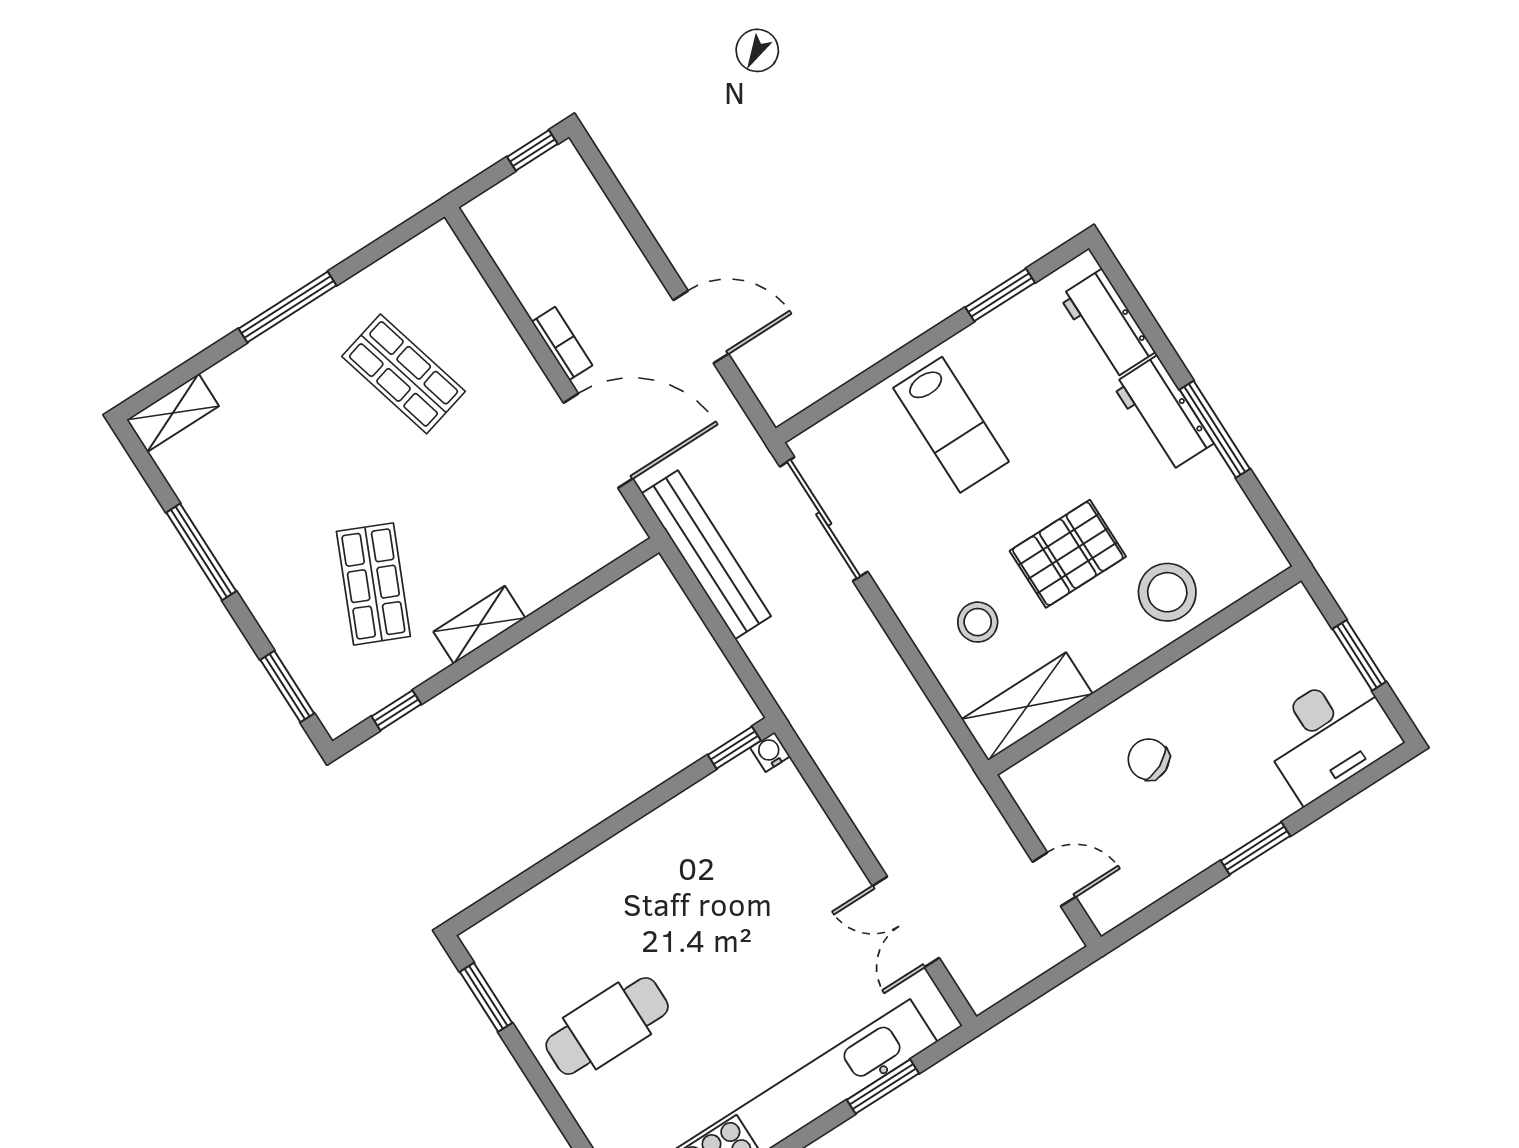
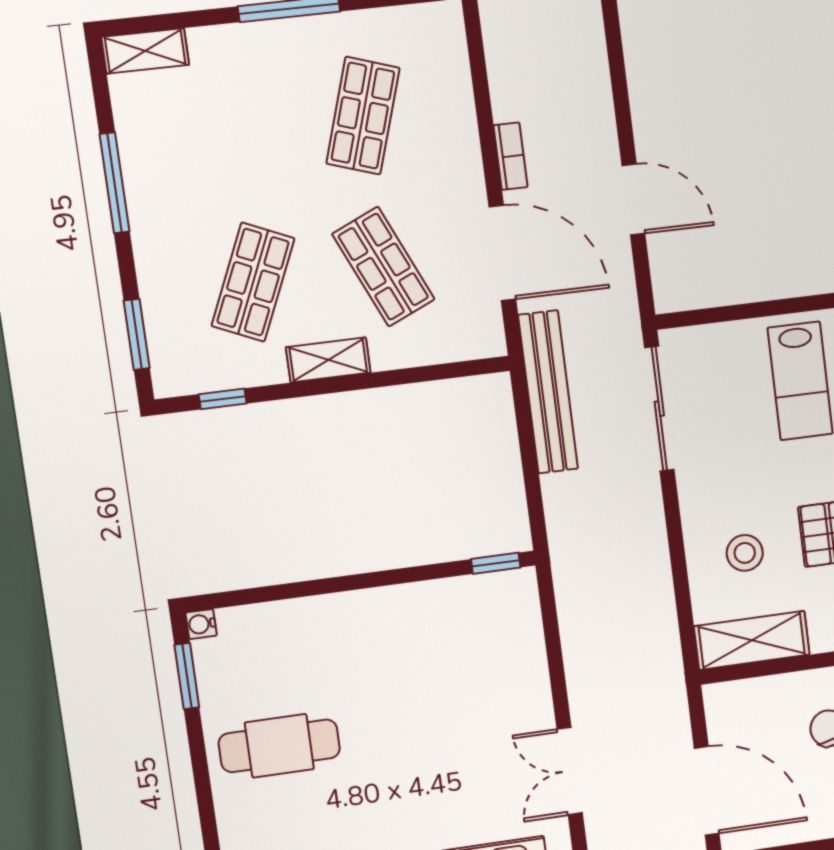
shop shelf: (404, 374) -> (363, 116), turned 33
shop shelf: (490, 509) -> (383, 267), added
water cooler: (770, 752) -> (201, 624), moved, turned -90
door: (1054, 879) -> (707, 791), width x1.88

